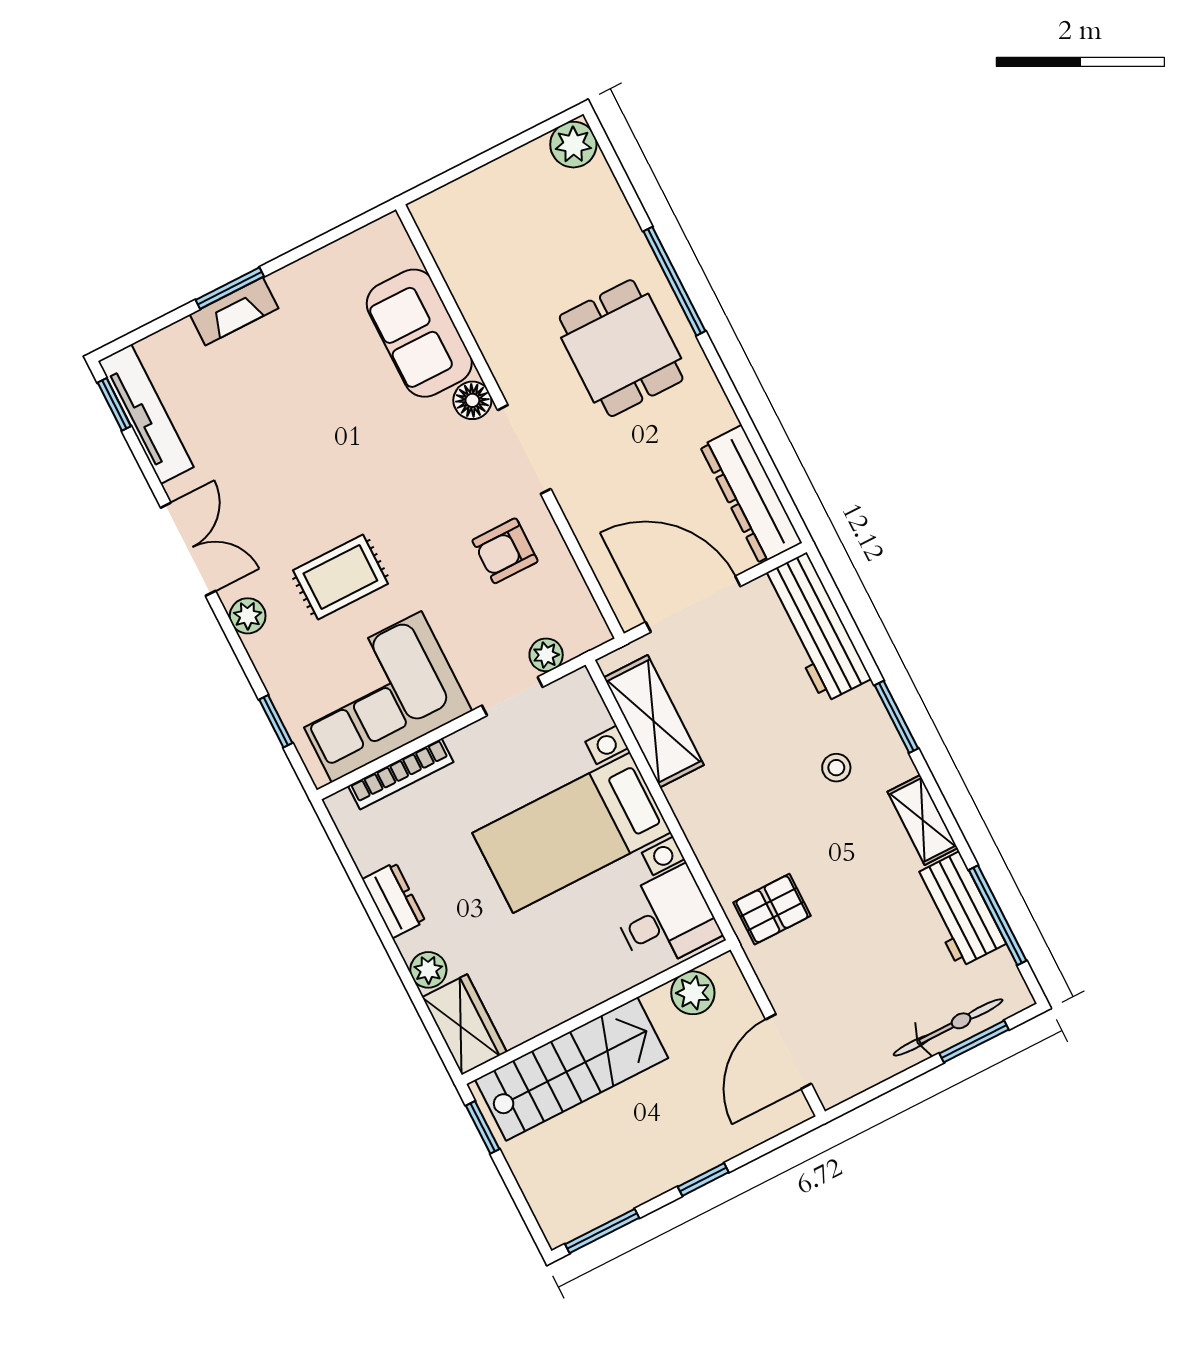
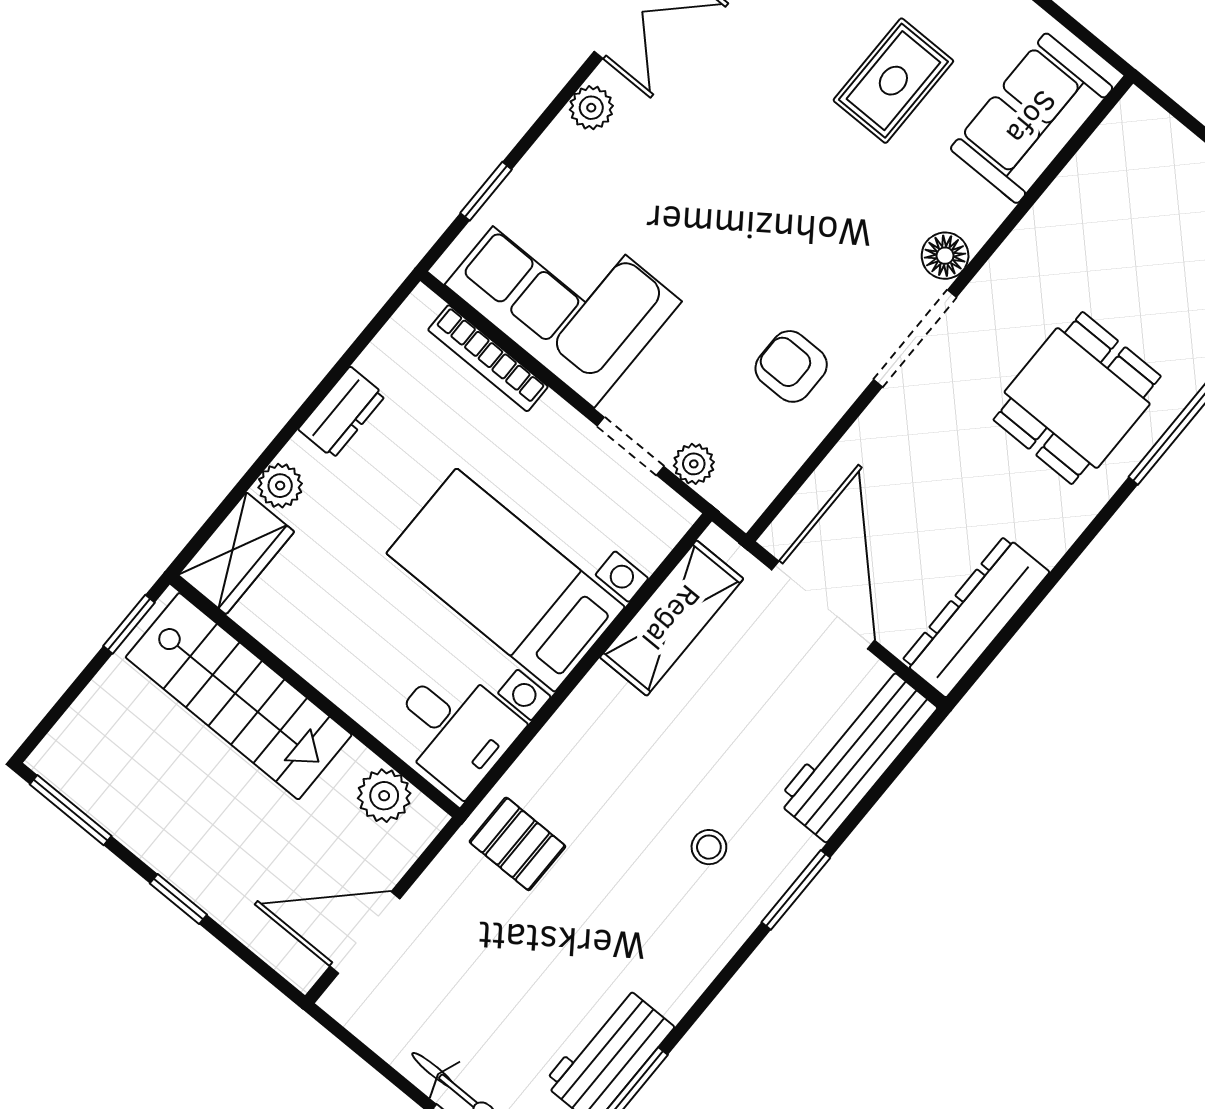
sofa: (419, 333) -> (1032, 118), moved
rug: (340, 577) -> (893, 81), moved, turned 90
shelving: (923, 820) -> (692, 970), removed

